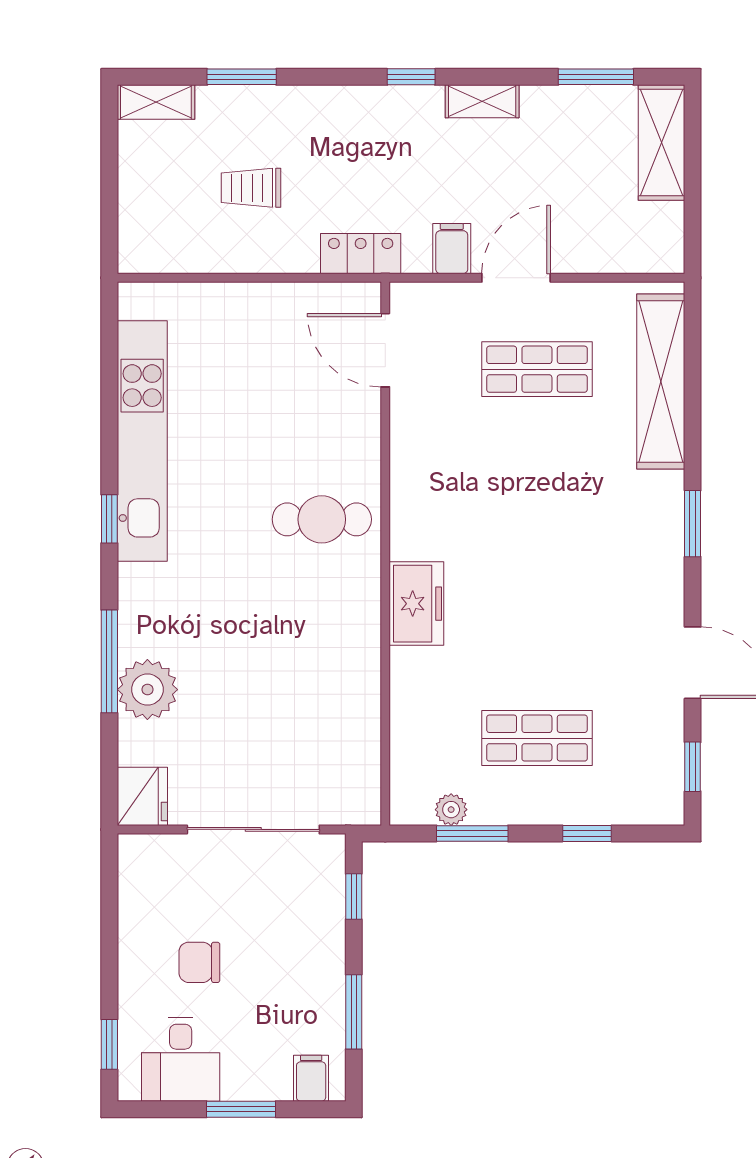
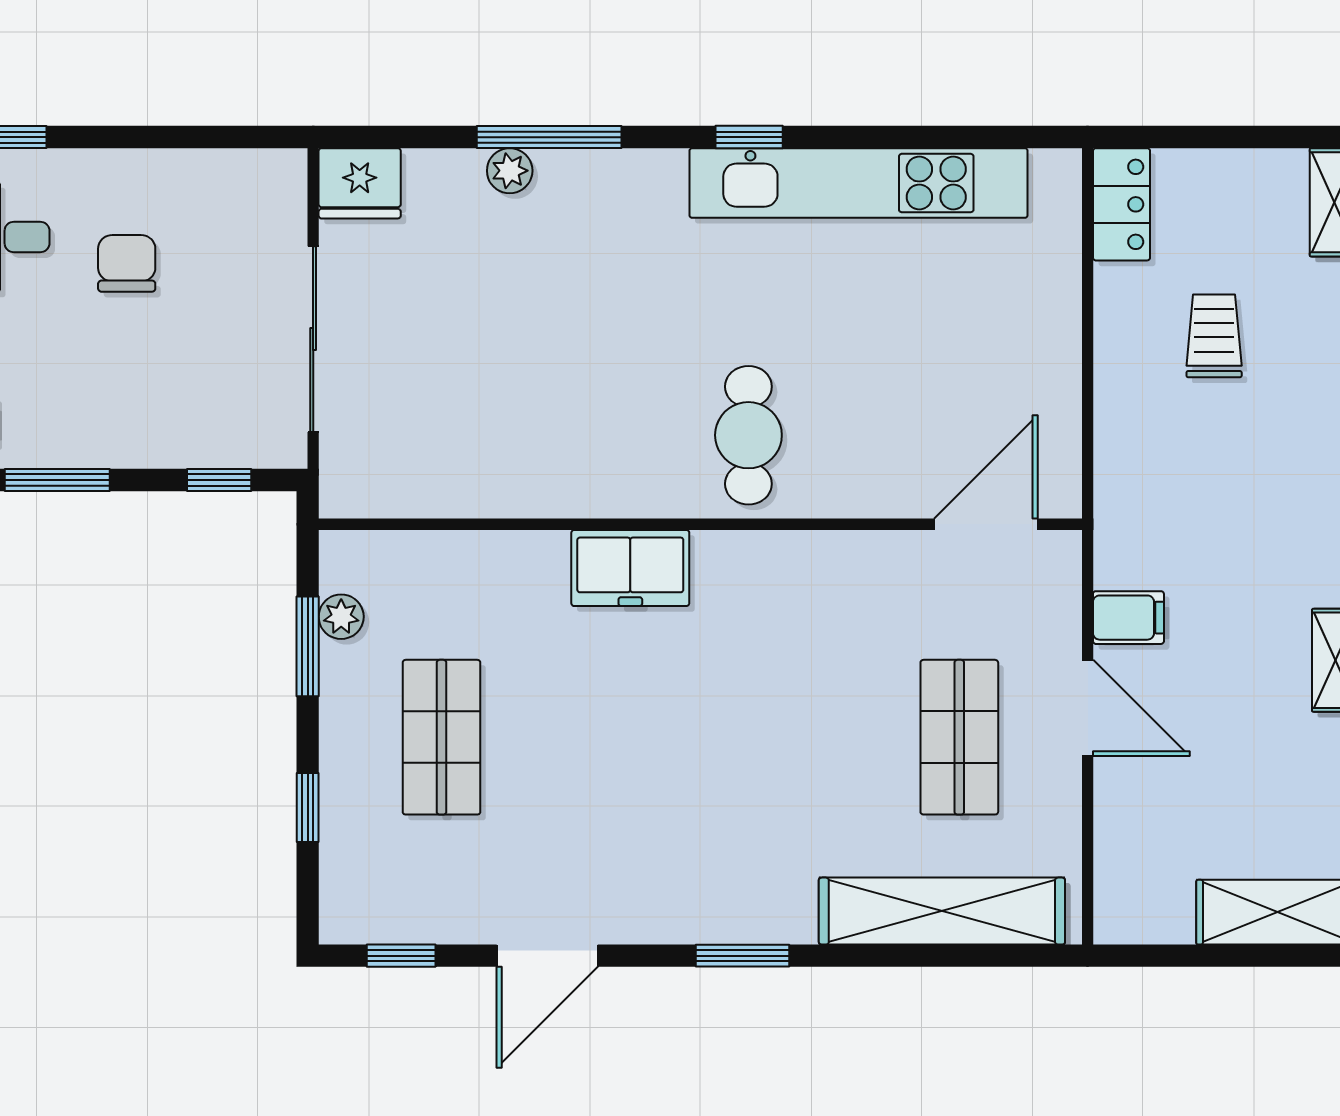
locker: (361, 254) -> (1122, 204), moved
plant: (147, 690) -> (510, 171), width x0.53, depth x0.53

